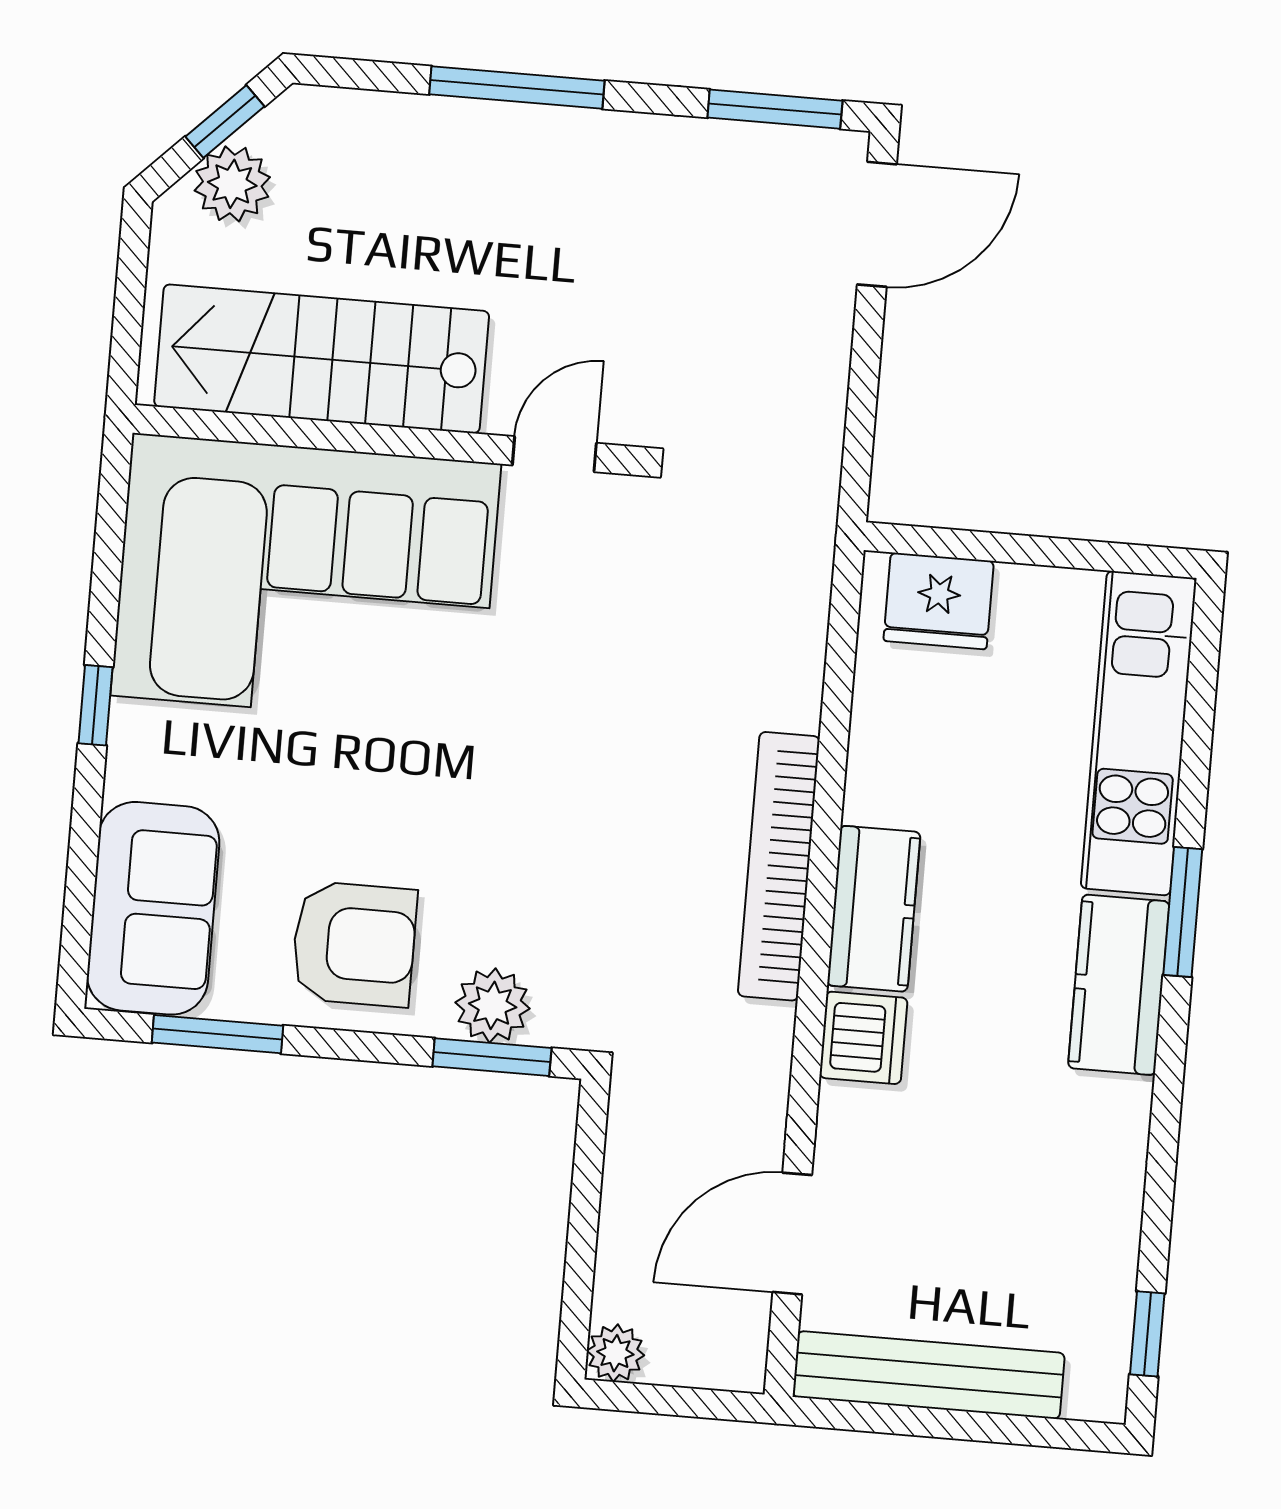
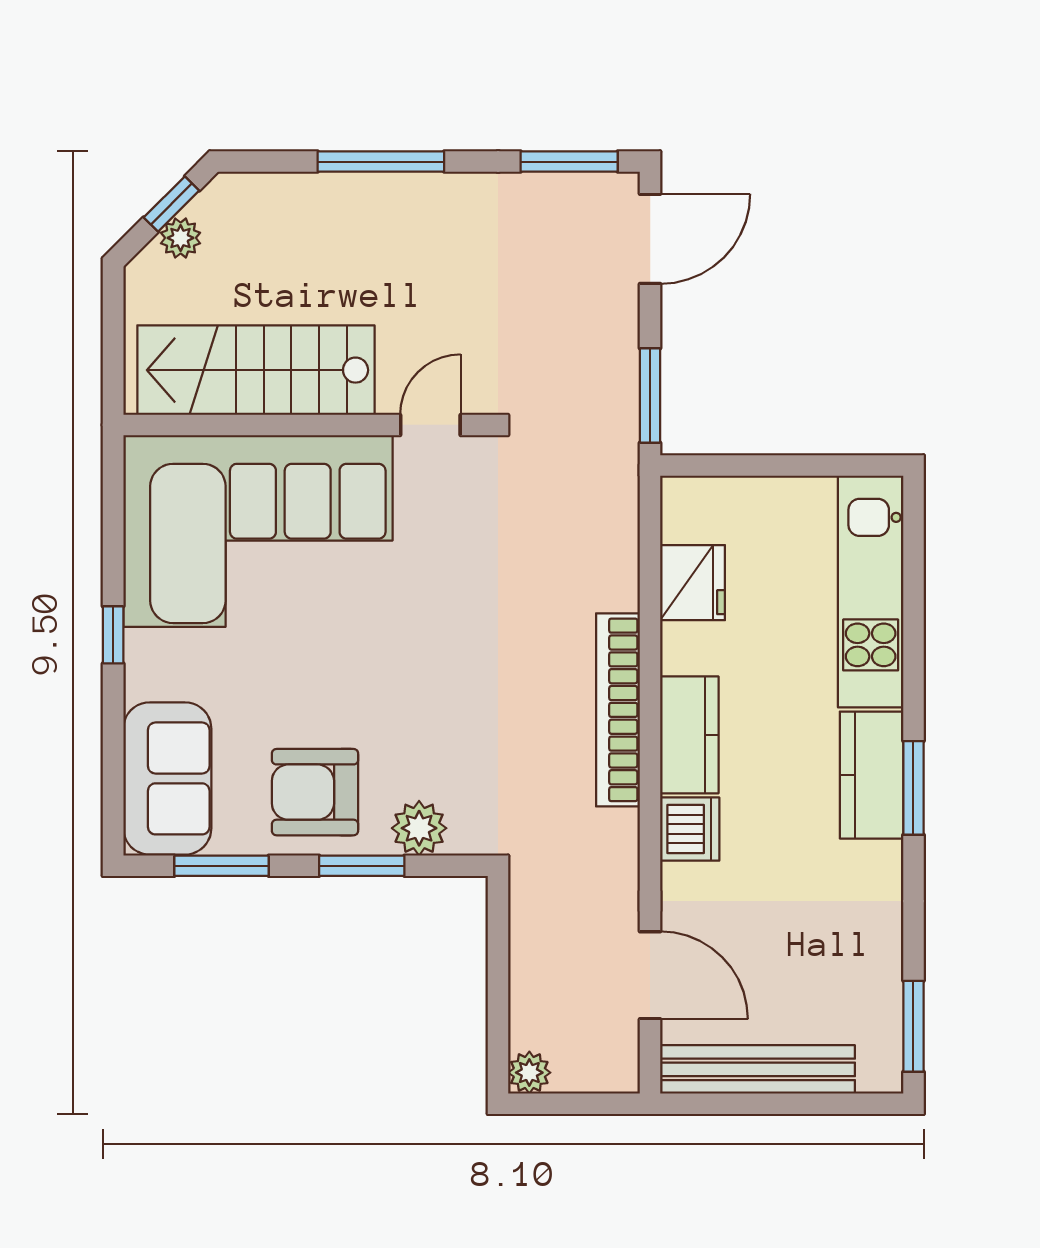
plant: (232, 184) -> (181, 238), width x0.73, depth x0.73
window: (859, 439) -> (650, 395), added
fridge: (939, 601) -> (693, 583), moved, turned -90
window: (1183, 912) -> (913, 788), moved
armchair: (354, 944) -> (315, 792), turned 180
window: (492, 1057) -> (362, 866), moved
door: (792, 1234) -> (650, 975), swing flipped
window: (1147, 1334) -> (913, 1026), width x1.50

